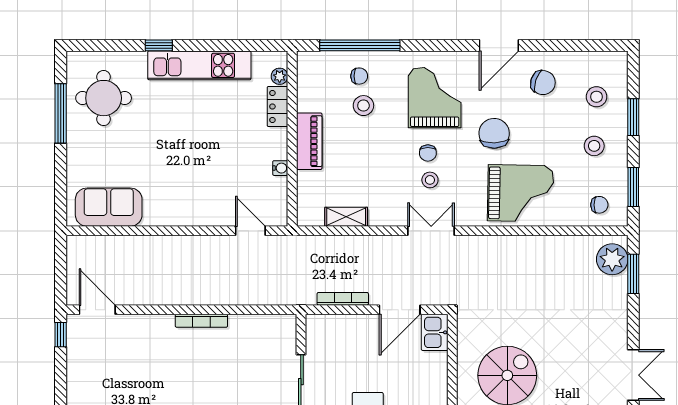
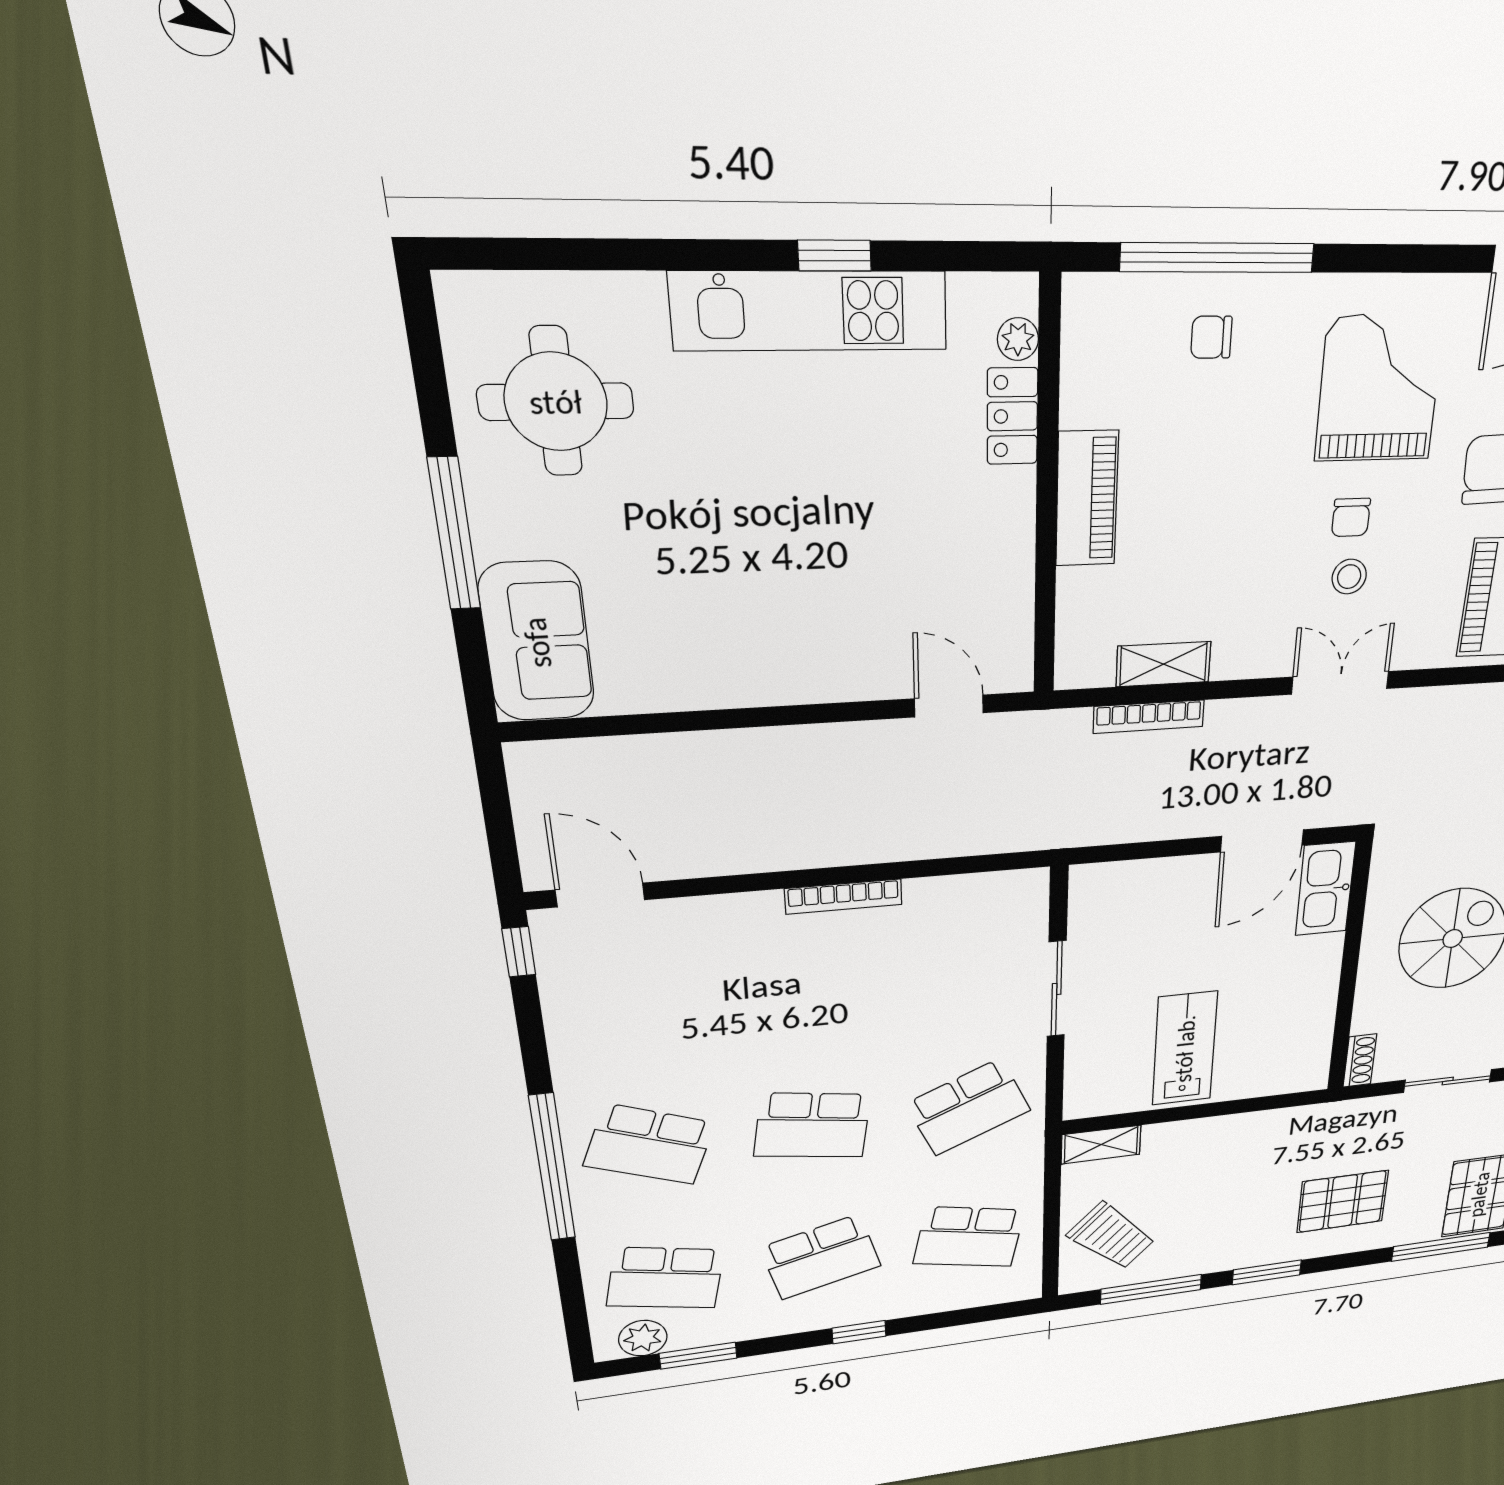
window: (159, 45) -> (835, 256), moved
chair: (359, 76) -> (1211, 337), turned 180
stool: (363, 106) -> (1217, 410), removed
window: (61, 113) -> (454, 534), moved
water cooler: (280, 168) -> (1018, 564), removed
sofa: (109, 207) -> (537, 642), moved, turned 90
bookcase: (343, 299) -> (1149, 717), moved, turned 180
kitchen sink: (435, 332) -> (1325, 889), width x1.38

